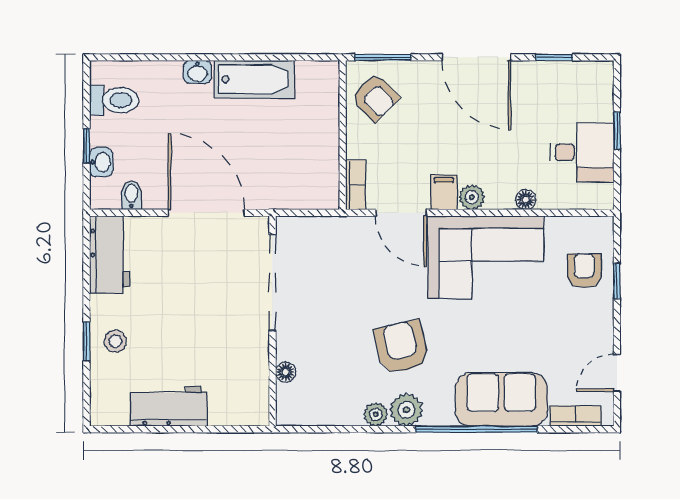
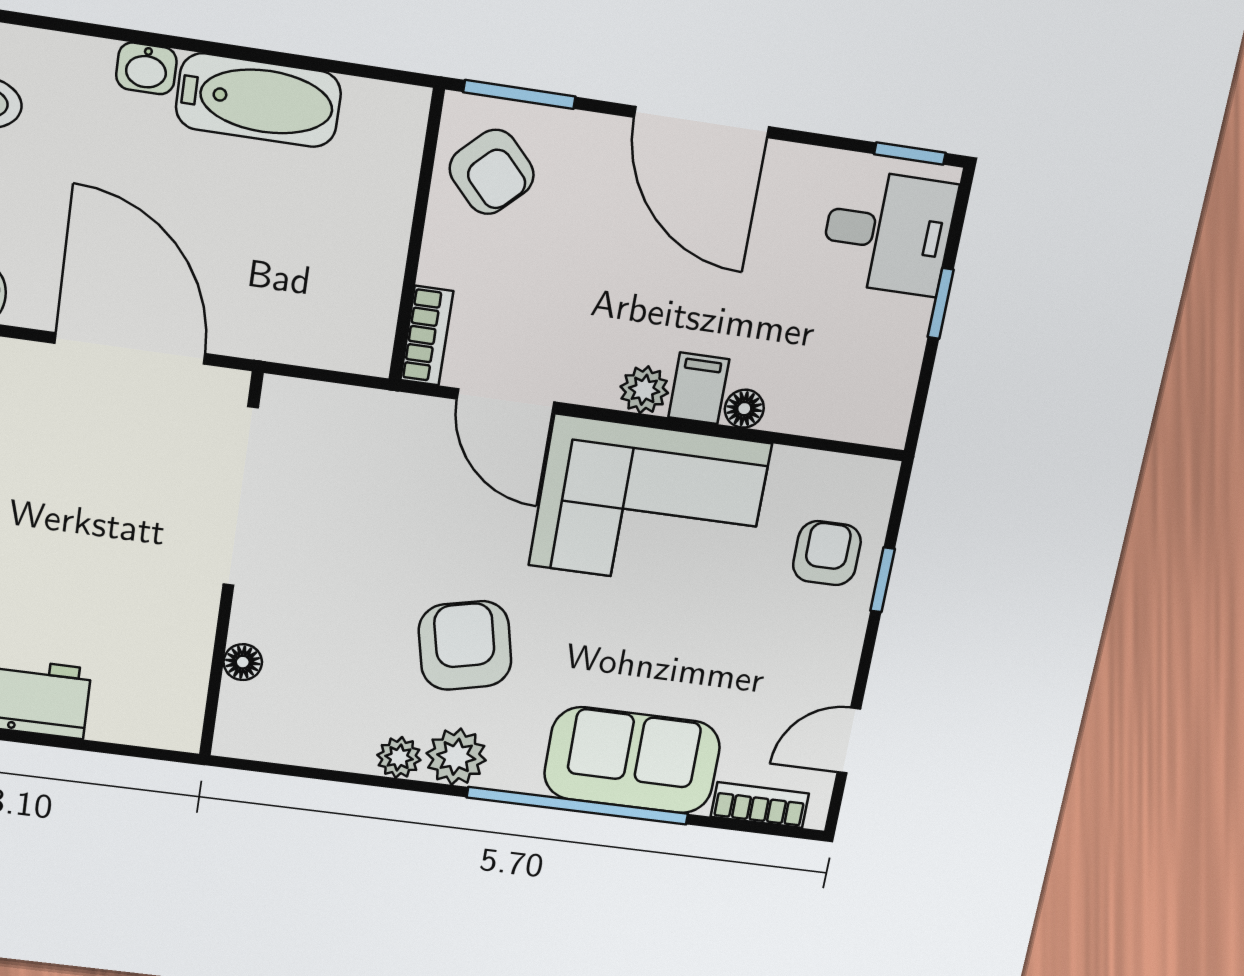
window: (554, 57) -> (910, 154), moved
desk: (582, 152) -> (888, 232), moved
filing cabinet: (444, 192) -> (699, 388), moved

